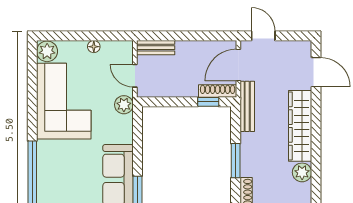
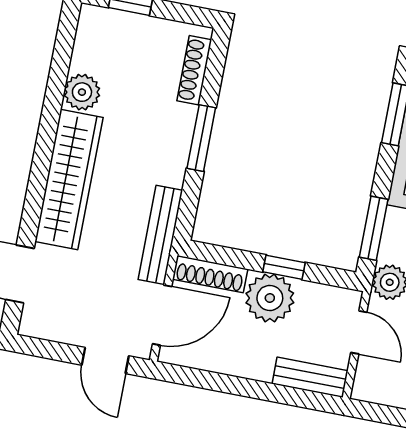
plant: (184, 85) -> (270, 298), added
window: (208, 102) -> (284, 267), moved
window: (138, 131) -> (374, 228), added

